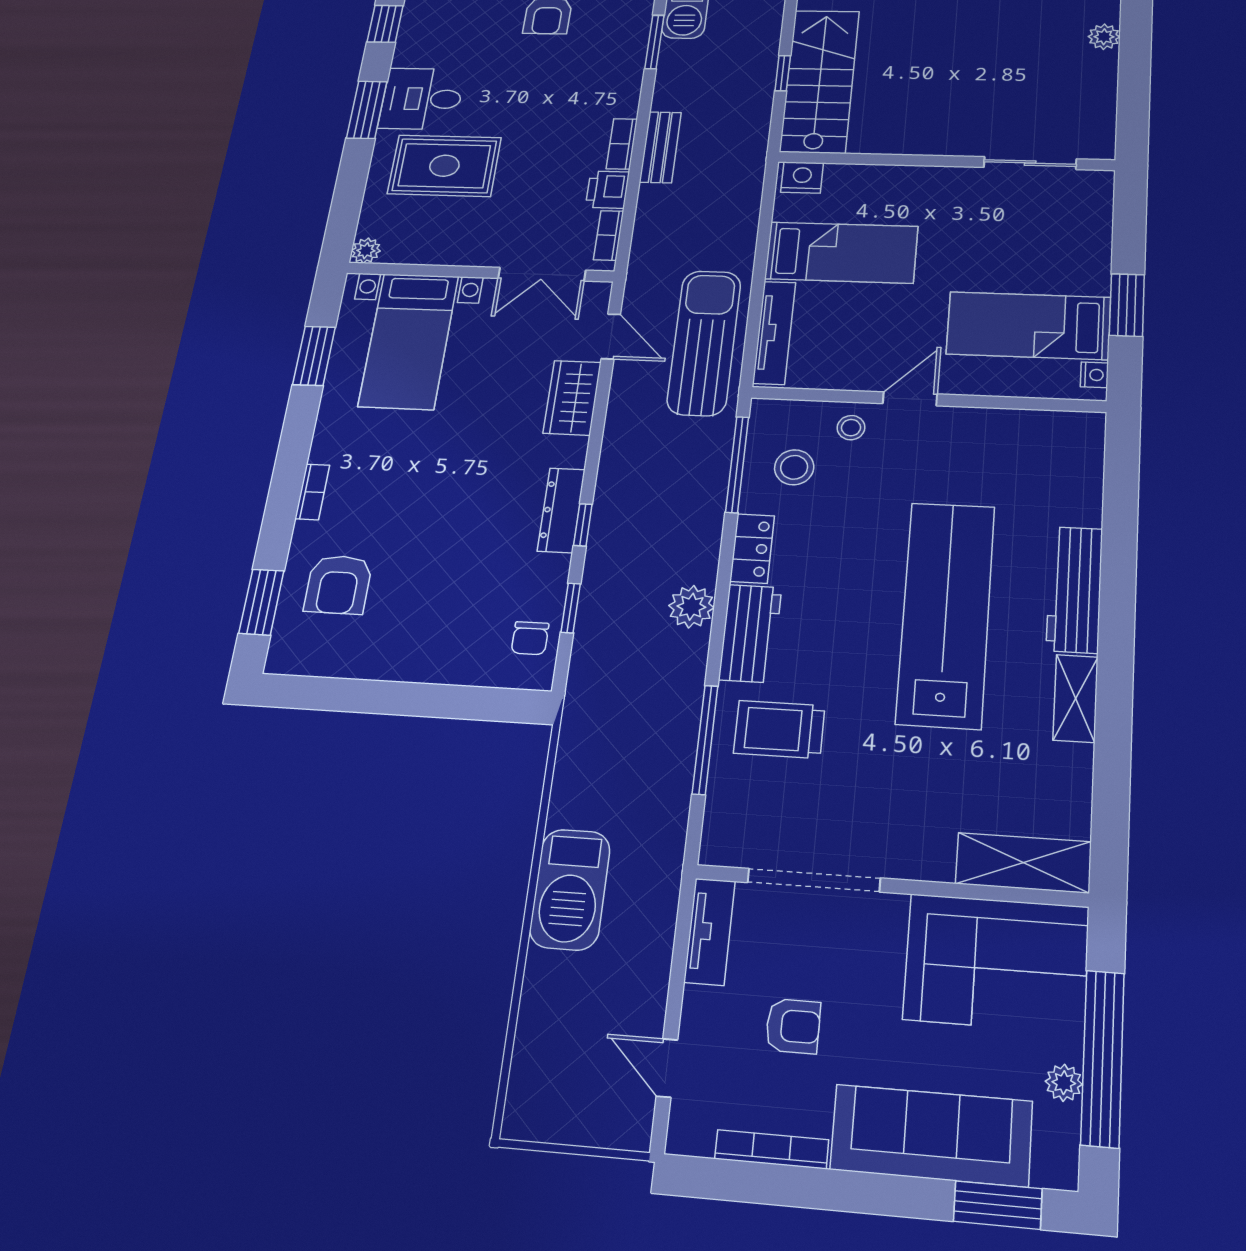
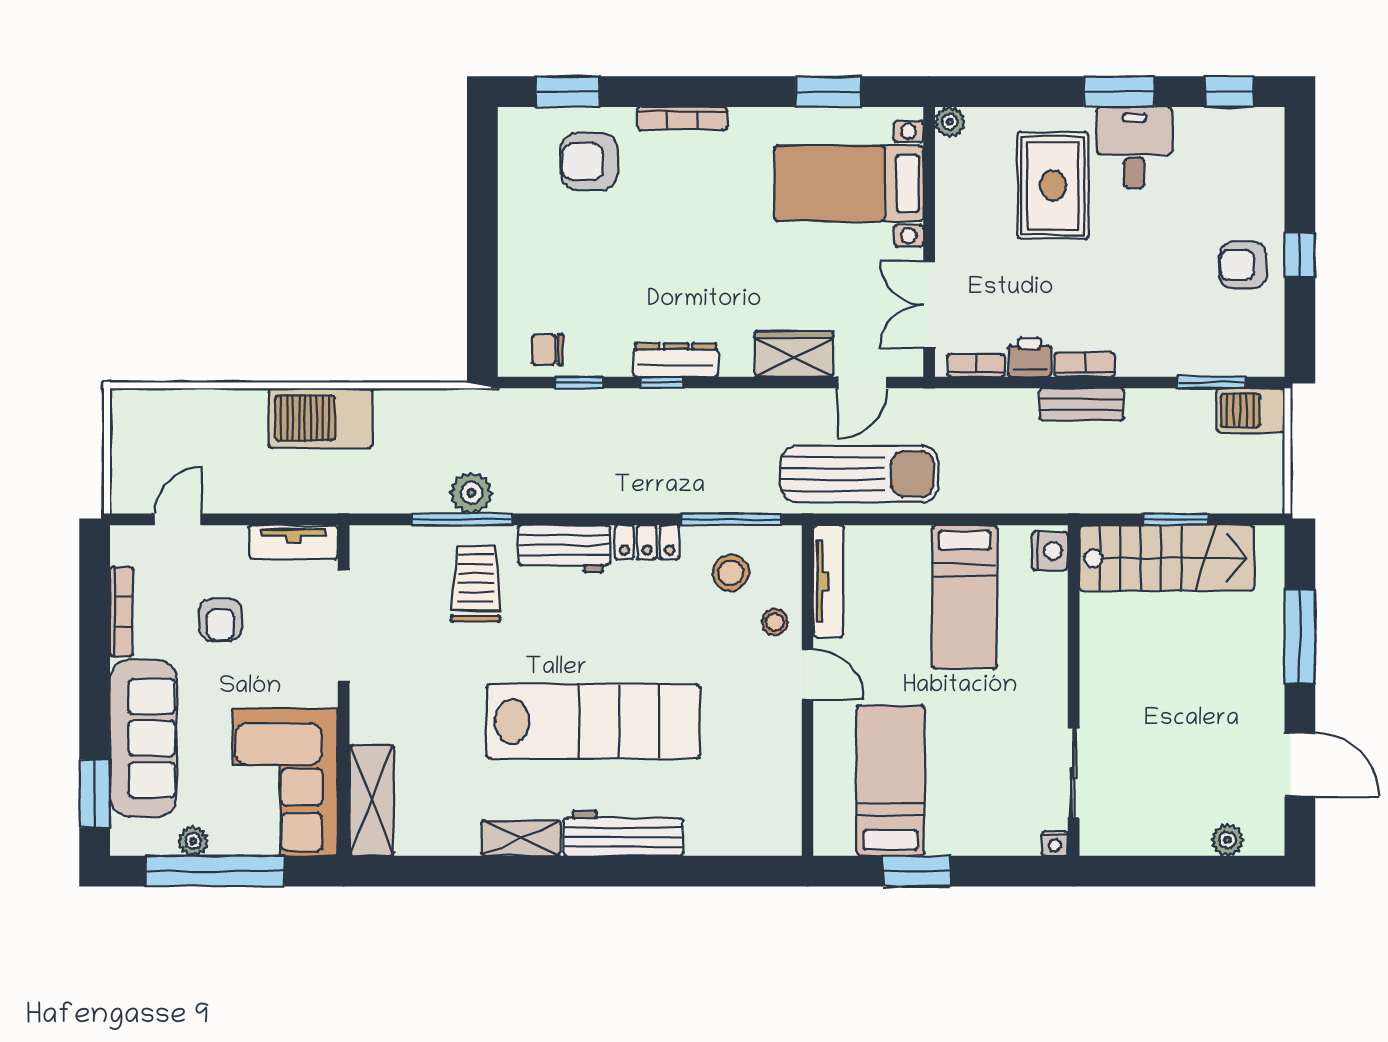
window: (783, 73) -> (1175, 519), width x1.50
tv unit: (774, 333) -> (828, 581), moved, turned -90
nightstand: (1094, 375) -> (1055, 843), moved
bookcase: (312, 492) -> (682, 118), width x1.56
plant: (691, 607) -> (471, 493), moved

